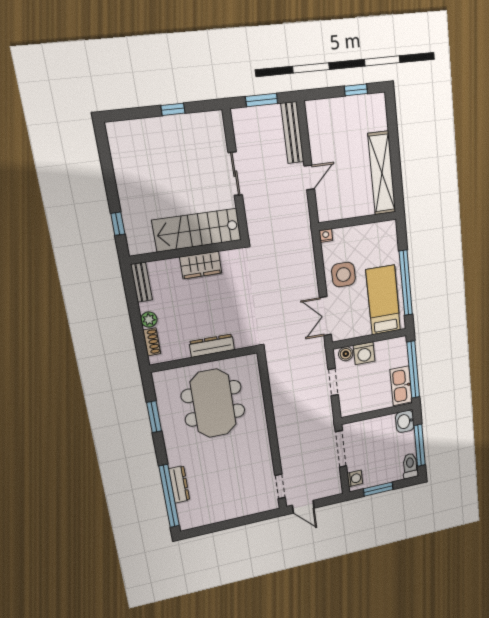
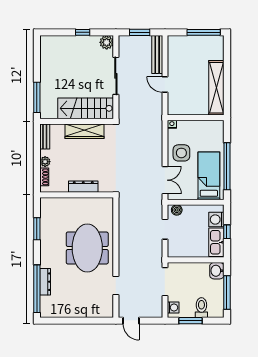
window: (356, 90) -> (204, 32), width x2.17
plant: (213, 122) -> (107, 42), added
sliding door: (235, 174) -> (116, 76), width x1.37
door: (309, 178) -> (165, 84), swing flipped
window: (118, 224) -> (37, 97), width x2.17
wardrobe: (201, 265) -> (84, 131), width x1.50
double door: (325, 316) -> (165, 180), swing flipped
washing machine: (364, 353) -> (216, 220), moved, turned 90
window: (413, 370) -> (227, 232), width x0.32
meeting table: (213, 403) -> (87, 248), moved
toilet: (410, 466) -> (201, 308), moved
doorway: (280, 486) -> (116, 285), moved

